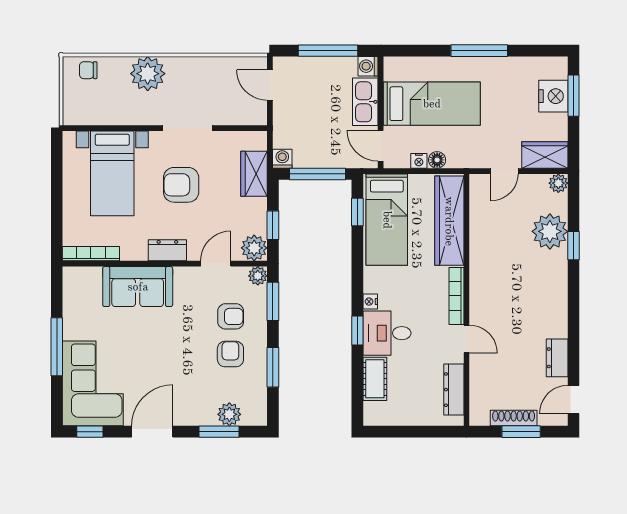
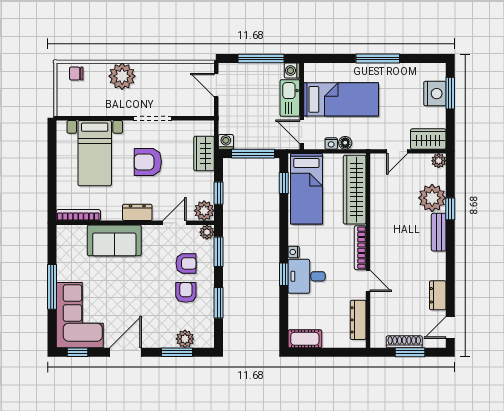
bench: (558, 276) -> (439, 232), added
cot: (375, 379) -> (305, 339), moved, turned 90

